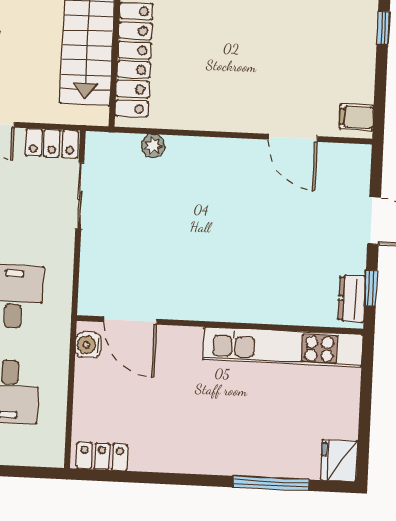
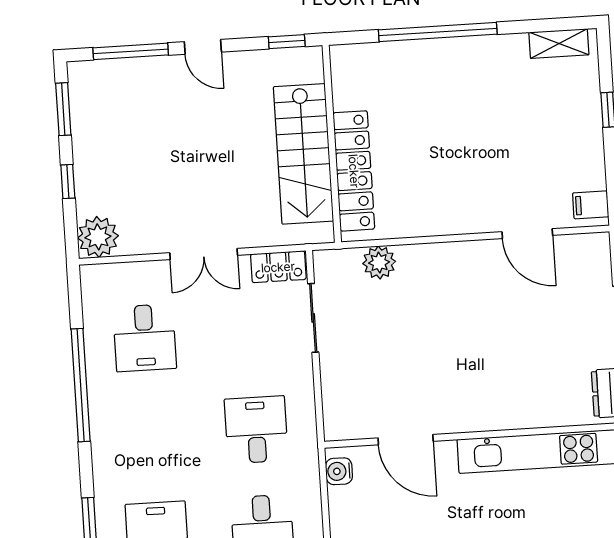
plant: (153, 146) -> (379, 263), width x1.38, depth x1.38
door: (130, 321) -> (406, 440), moved

